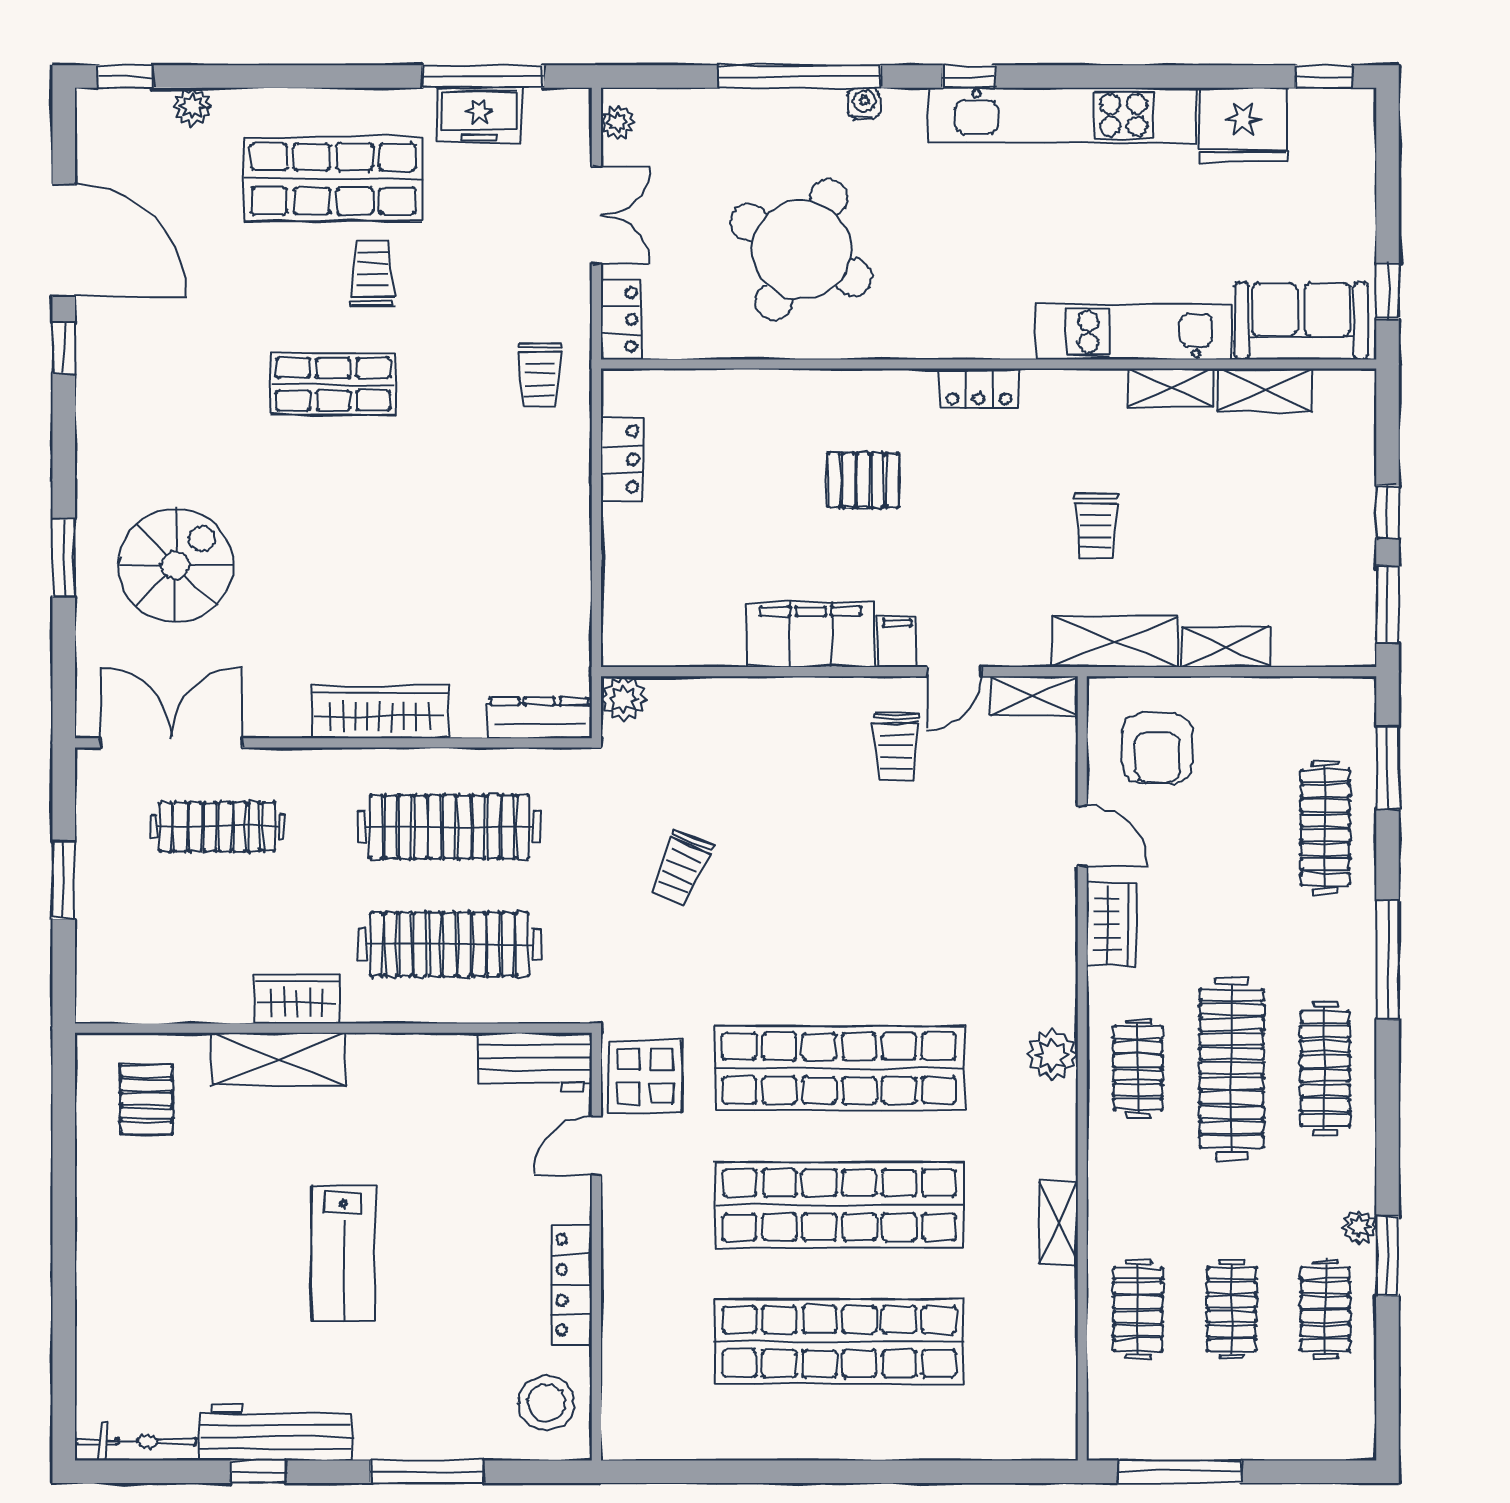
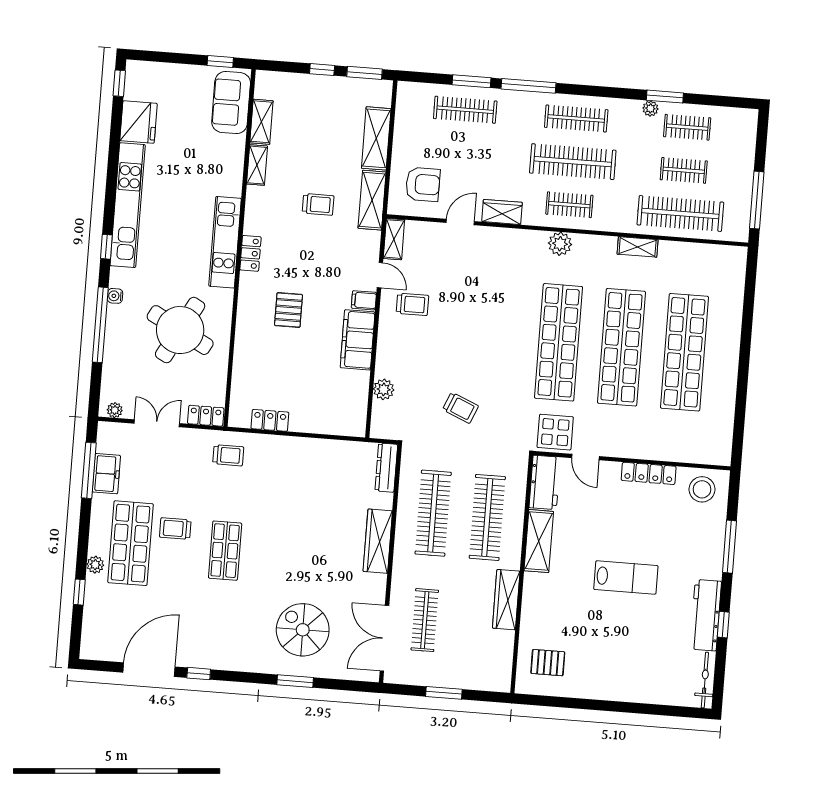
window: (125, 76) -> (79, 592), moved
plant: (193, 107) -> (95, 565), moved
kitchen unit: (1133, 332) -> (225, 242), moved
shelving: (1226, 647) -> (376, 138), width x1.50, depth x1.33
plant: (624, 699) -> (384, 389), moved
window: (1388, 768) -> (471, 81), moved
wardrobe: (297, 999) -> (506, 600), width x1.50
shelving: (279, 1059) -> (539, 541), moved
clothes rail: (1138, 1309) -> (680, 213), width x1.86, depth x1.31

